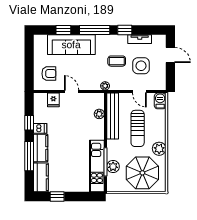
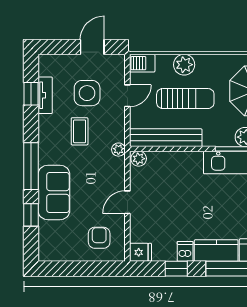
window: (125, 30) -> (31, 94), moved
sofa: (71, 45) -> (54, 192), width x0.73
door: (170, 55) -> (92, 47), moved
fridge: (53, 100) -> (140, 252), moved
plant: (99, 114) -> (139, 159), moved
plant: (159, 149) -> (184, 65), moved

